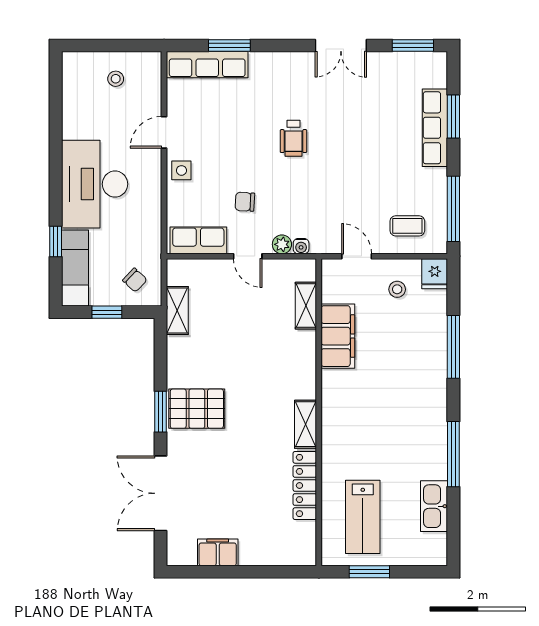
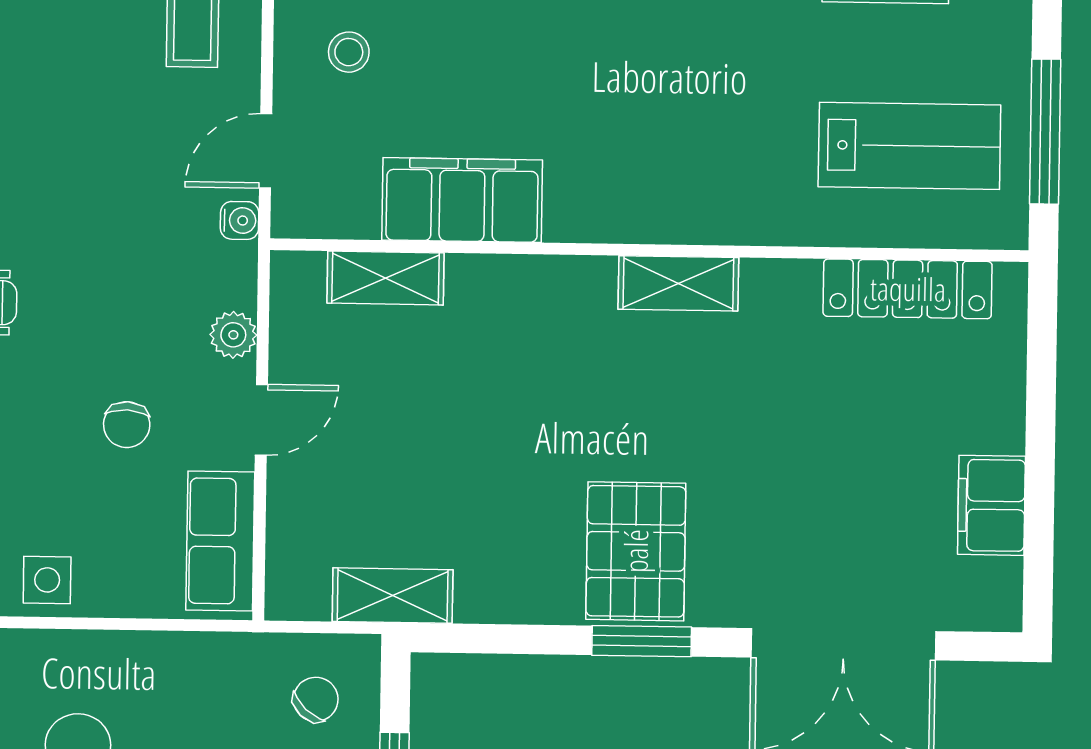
water cooler: (301, 246) -> (240, 220), moved
locker: (305, 485) -> (908, 289), moved
window: (369, 572) -> (1045, 132), width x1.44

